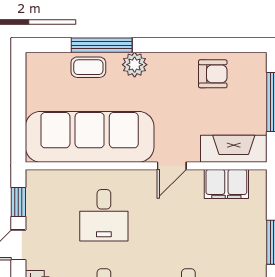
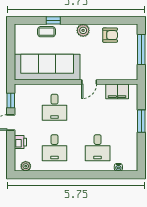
window: (102, 45) -> (53, 20), width x0.46
plant: (135, 65) -> (83, 30), moved
fireplace: (234, 149) -> (121, 73), removed

